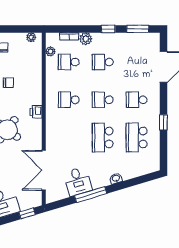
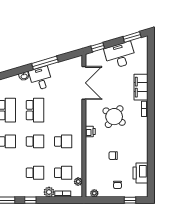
desk: (78, 181) -> (41, 78), moved

